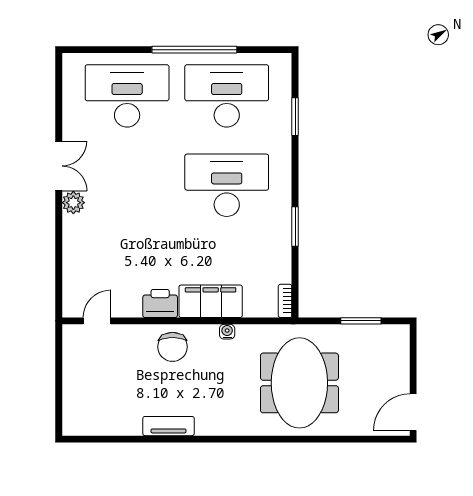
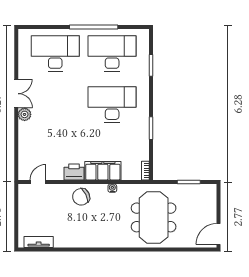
chair: (172, 347) -> (81, 197), turned 64
tv unit: (169, 426) -> (39, 242), moved

